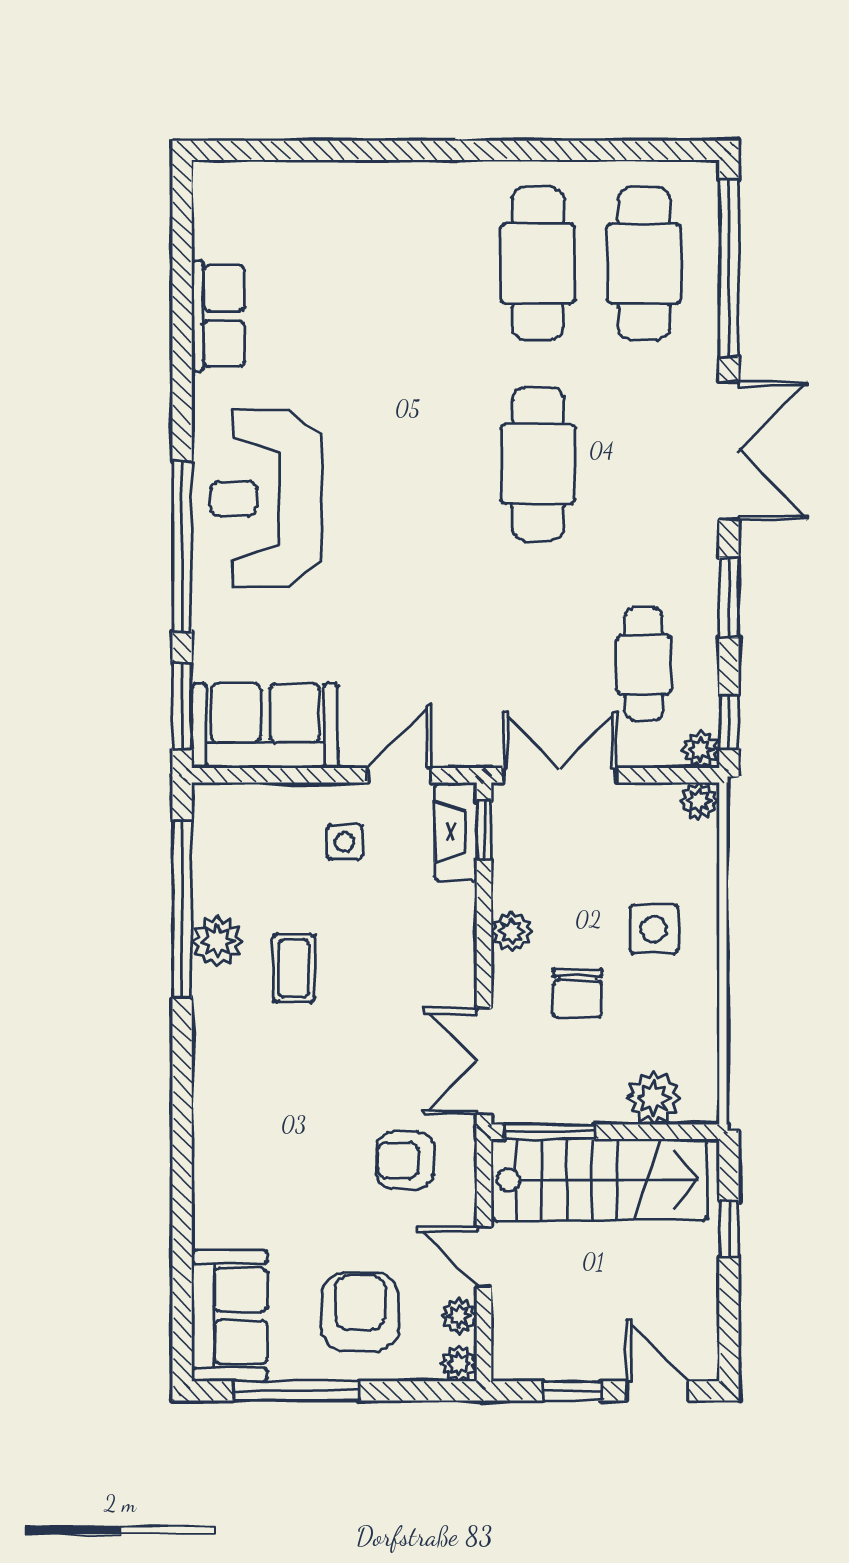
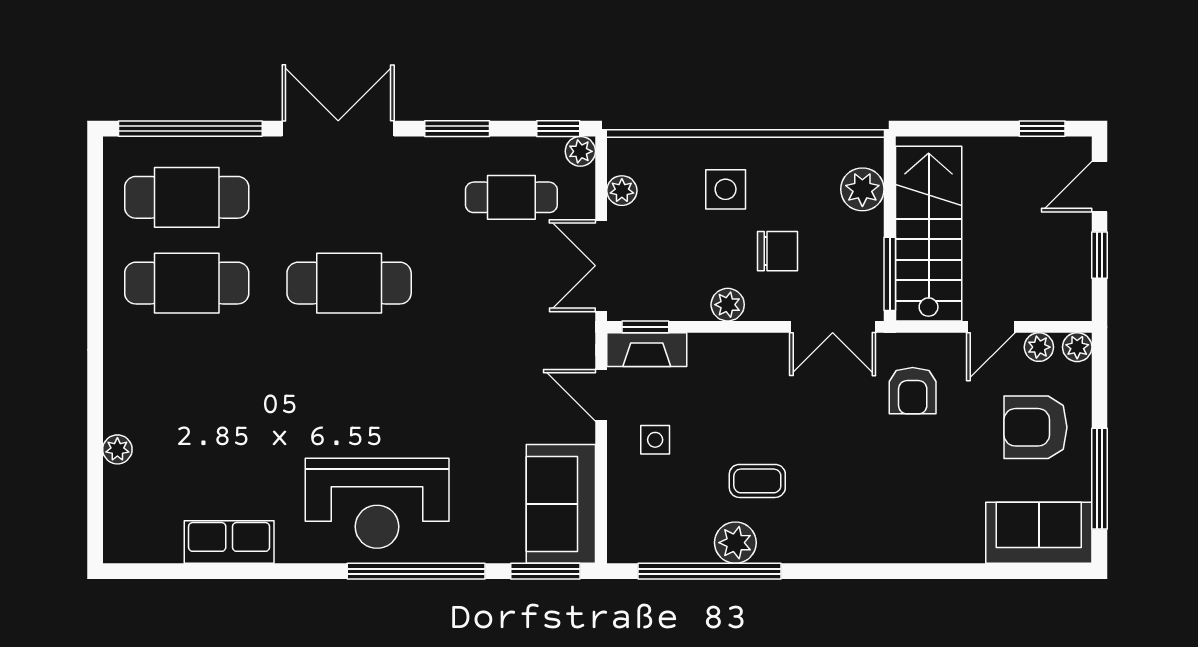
plant: (333, 178) -> (117, 449), added
plant: (699, 801) -> (622, 191), moved
window: (729, 1229) -> (1042, 129), moved

